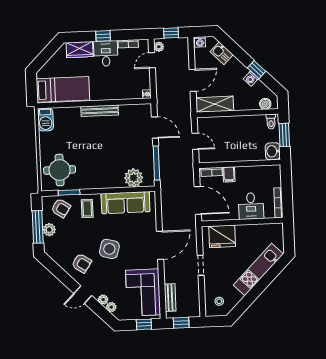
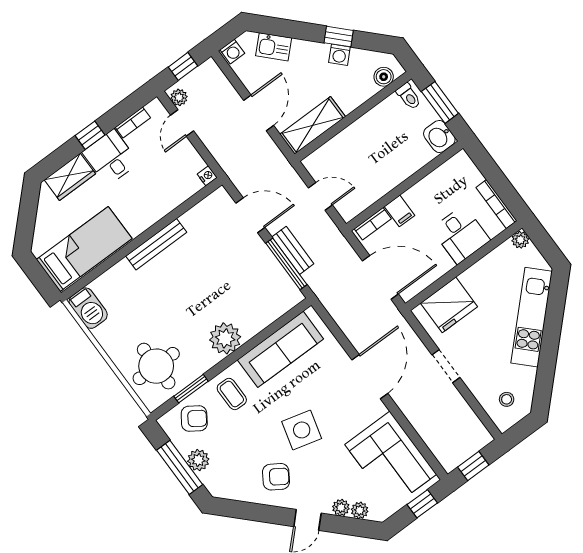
plant: (134, 178) -> (225, 338), moved
plant: (278, 228) -> (520, 240), added
bench: (170, 298) -> (293, 250), moved

